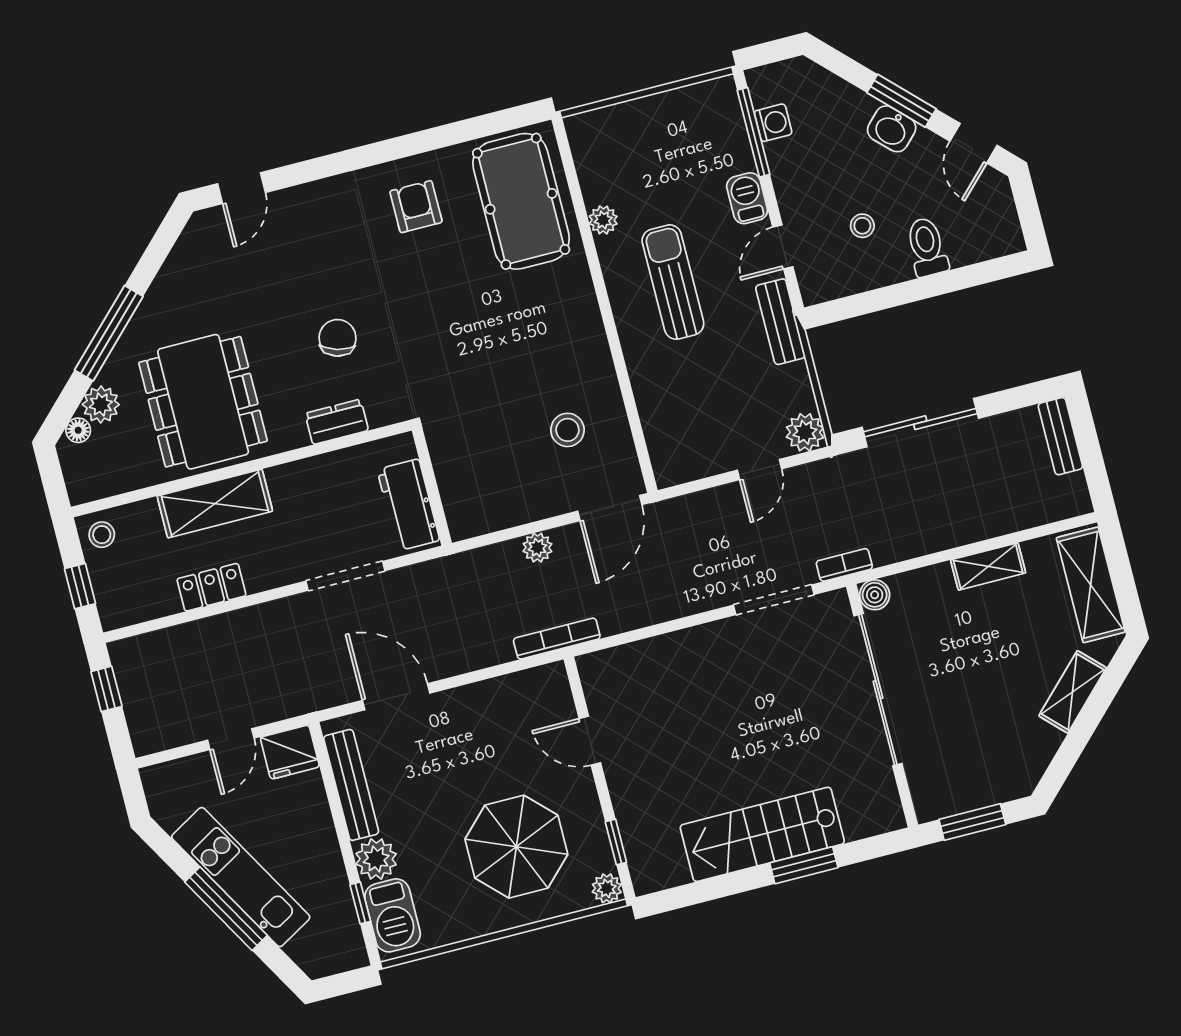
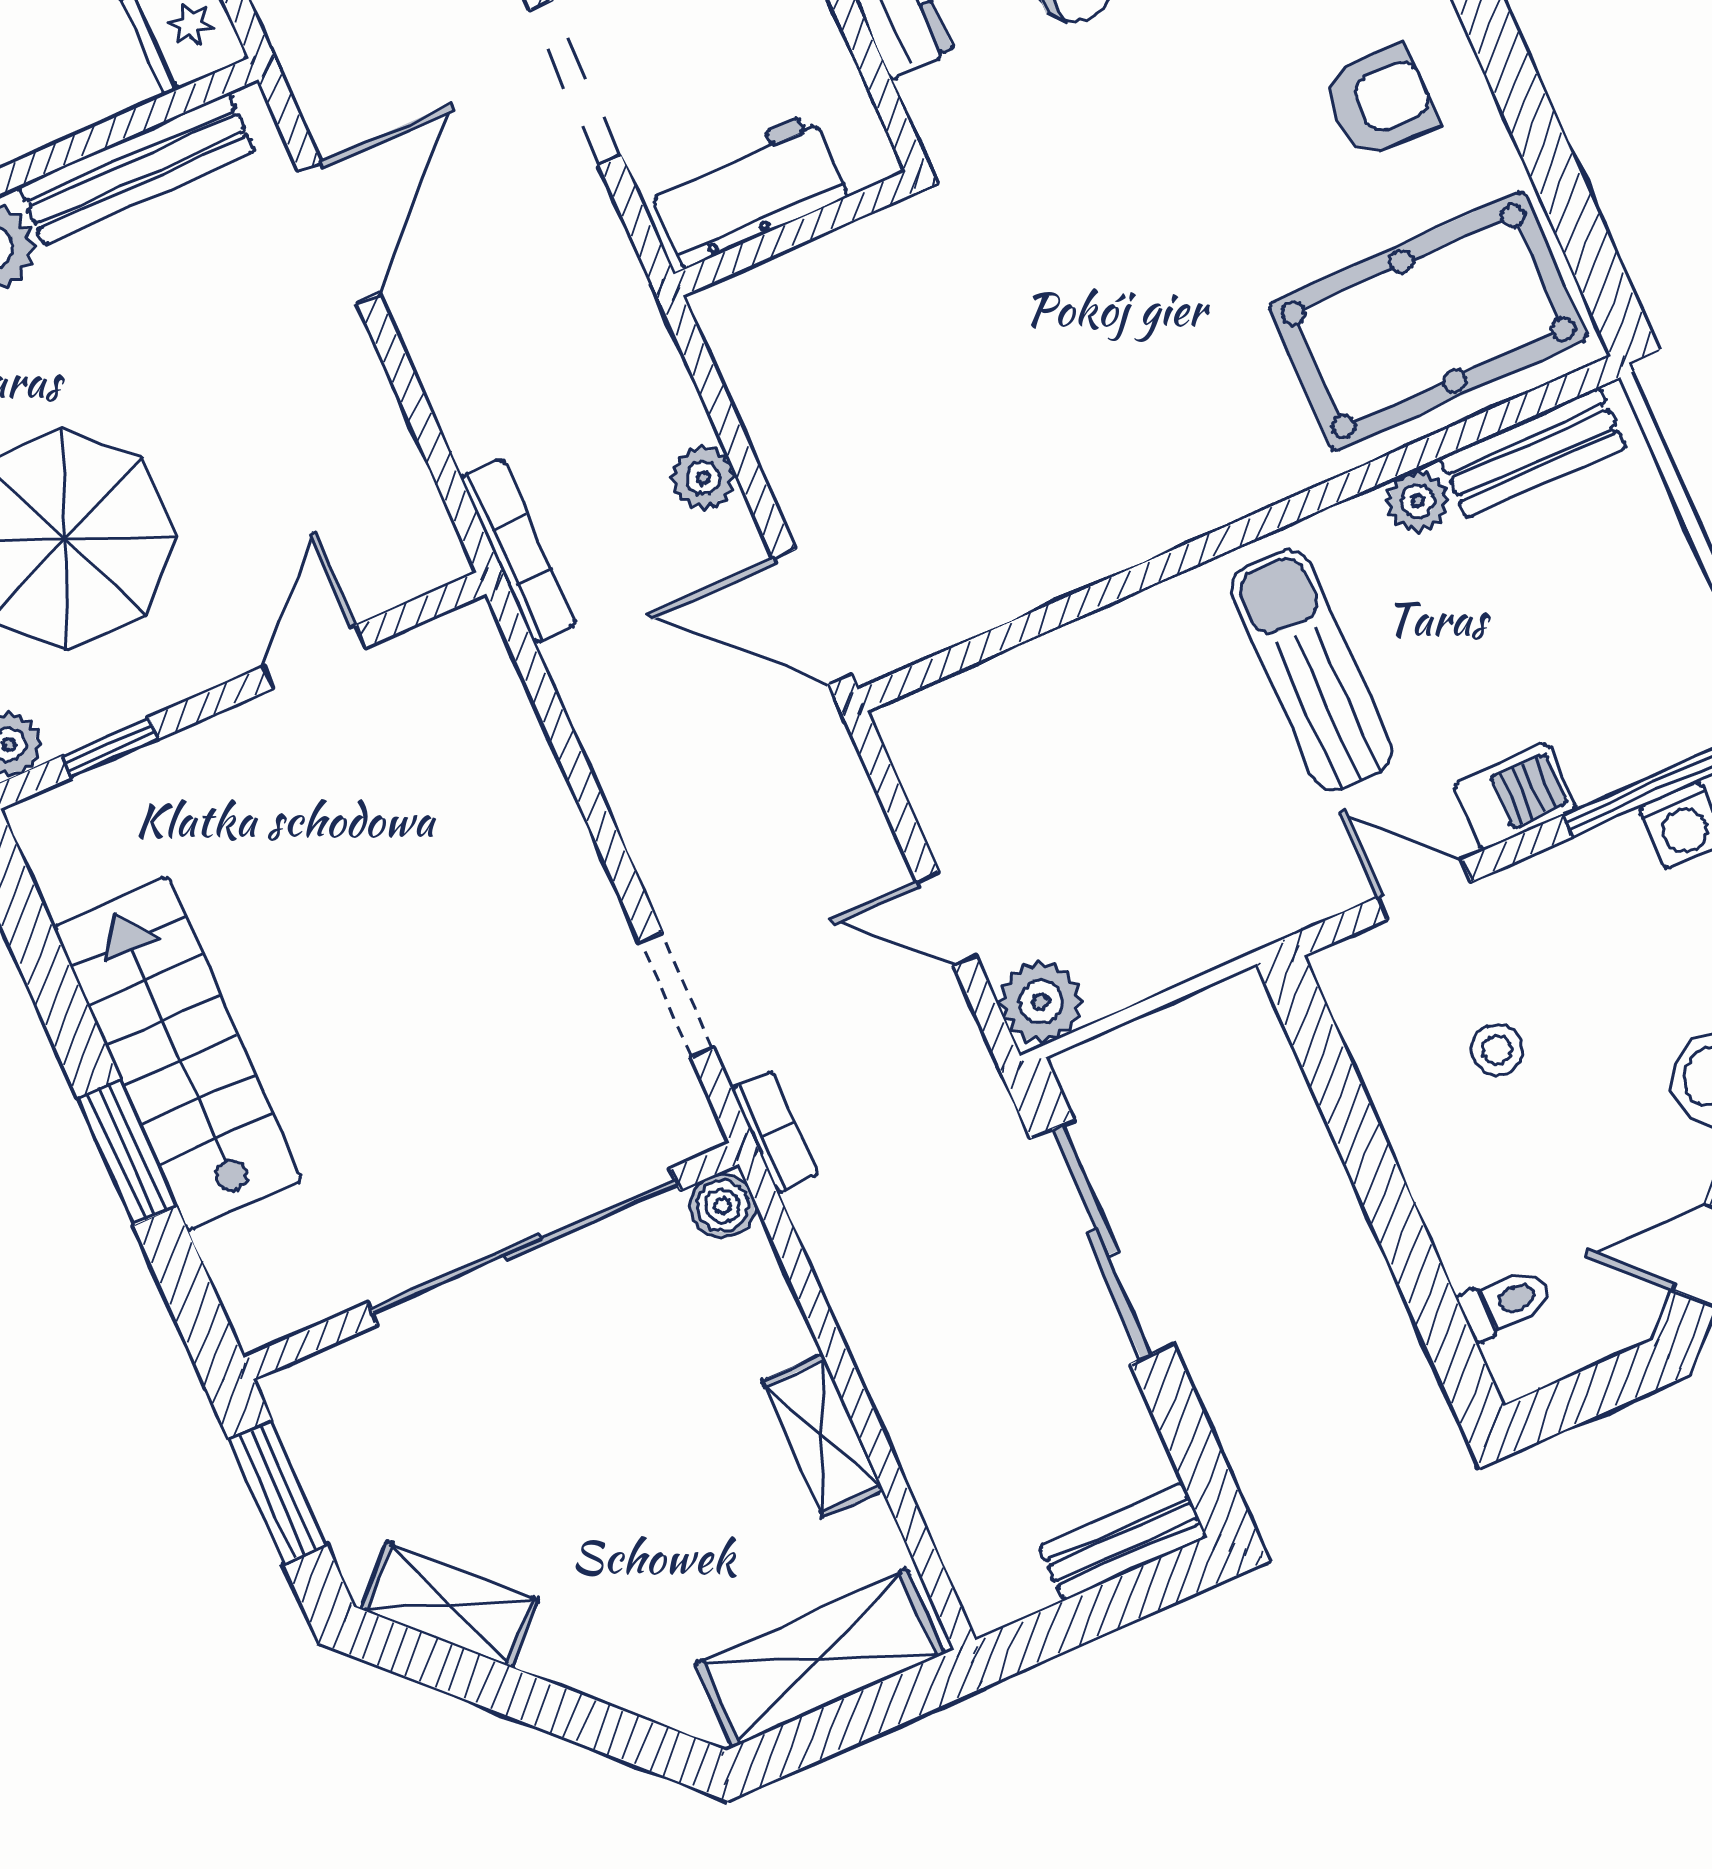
toilet: (927, 247) -> (1505, 1303), moved, width x0.73, depth x0.72
sun lounger: (673, 282) -> (1311, 670), turned -90
bench: (780, 322) -> (1533, 453), moved
stool: (567, 430) -> (962, 500), removed
doorway: (774, 600) -> (677, 995), width x0.73
shelving: (1073, 692) -> (449, 1605), moved

